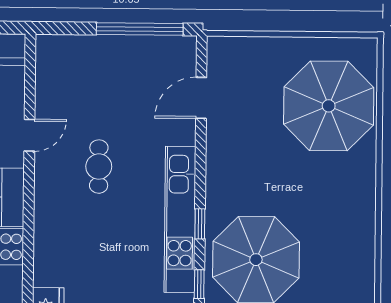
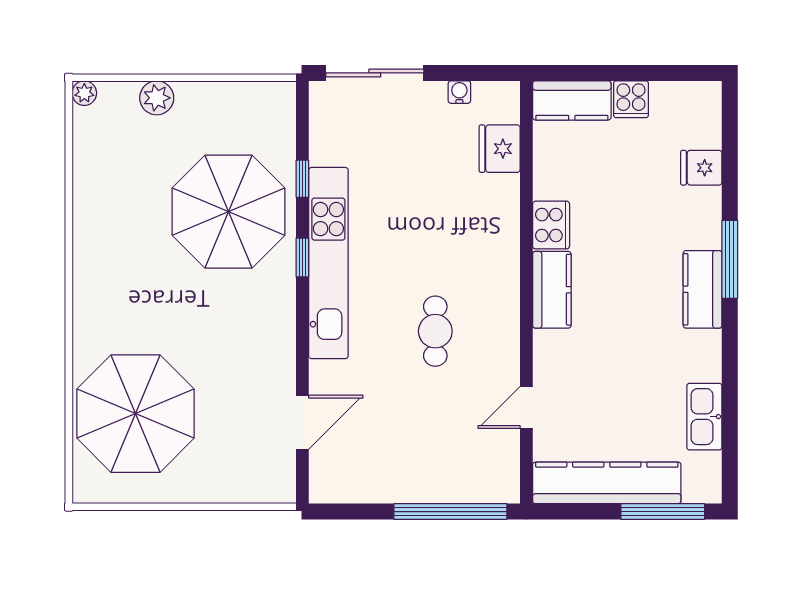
window: (140, 29) -> (450, 512), moved
door: (29, 135) -> (526, 407), moved

